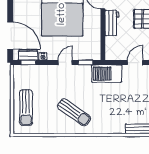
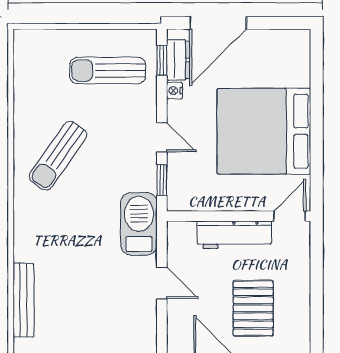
workbench: (112, 23) -> (234, 235), width x1.38
sun lounger: (26, 108) -> (108, 70), moved

